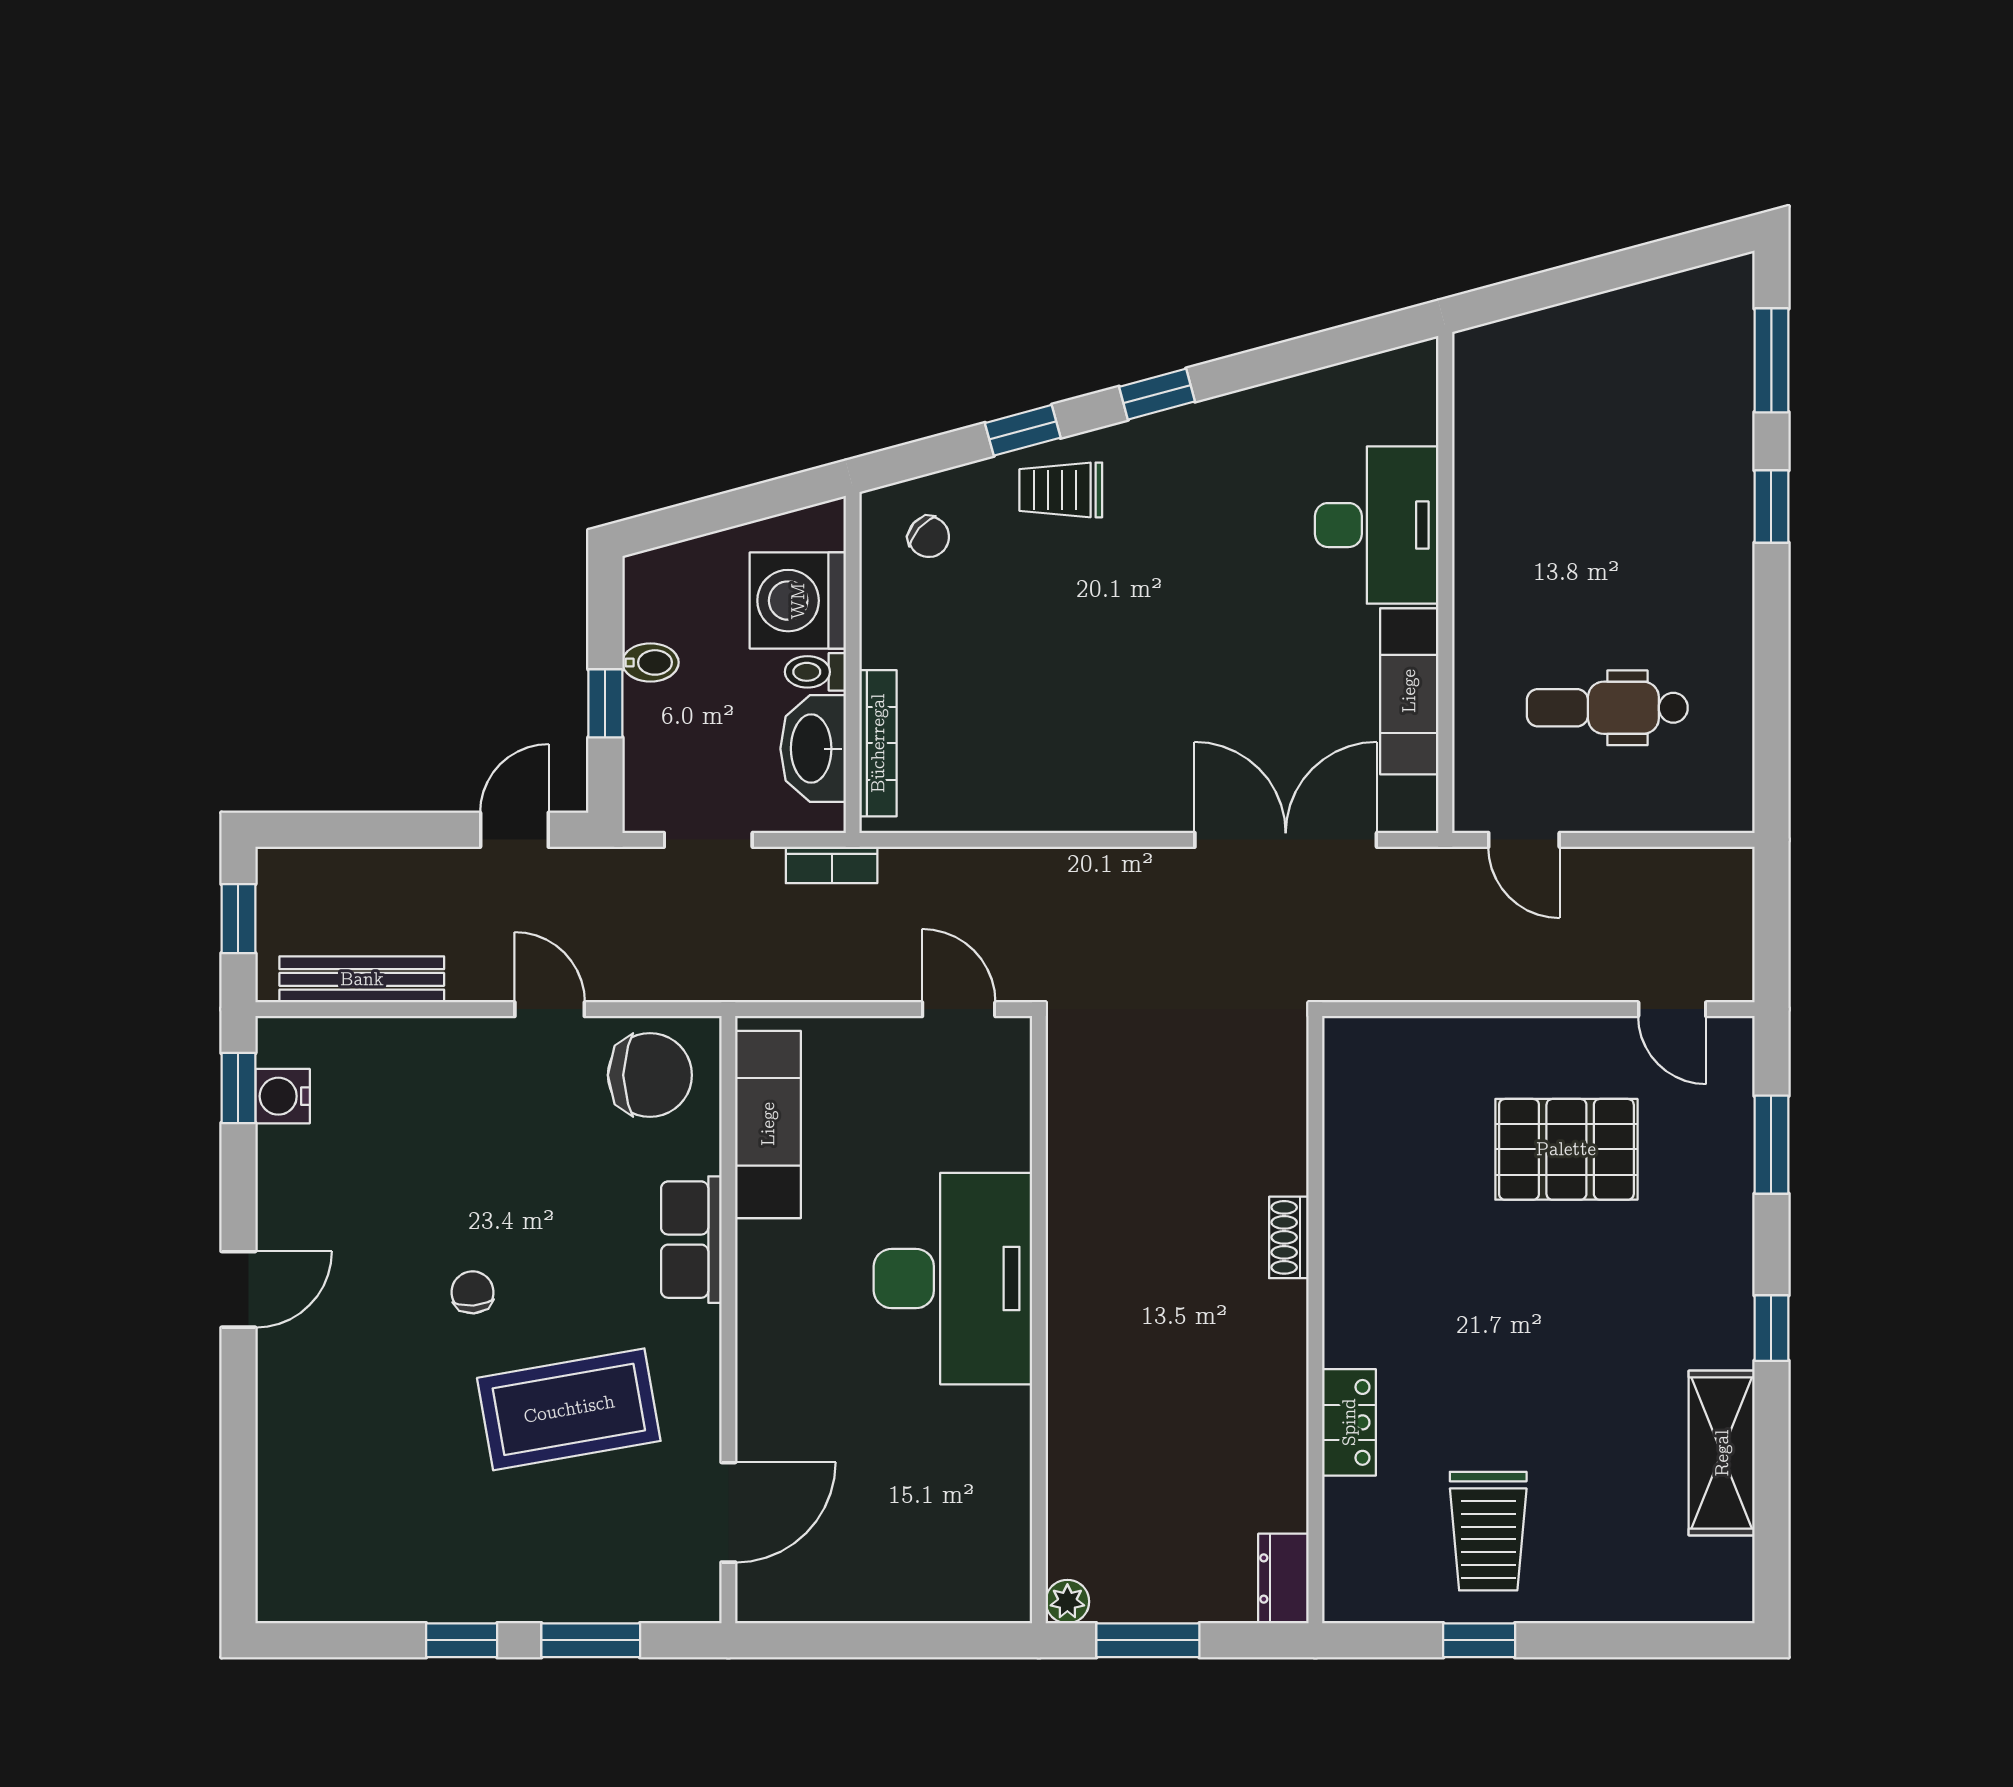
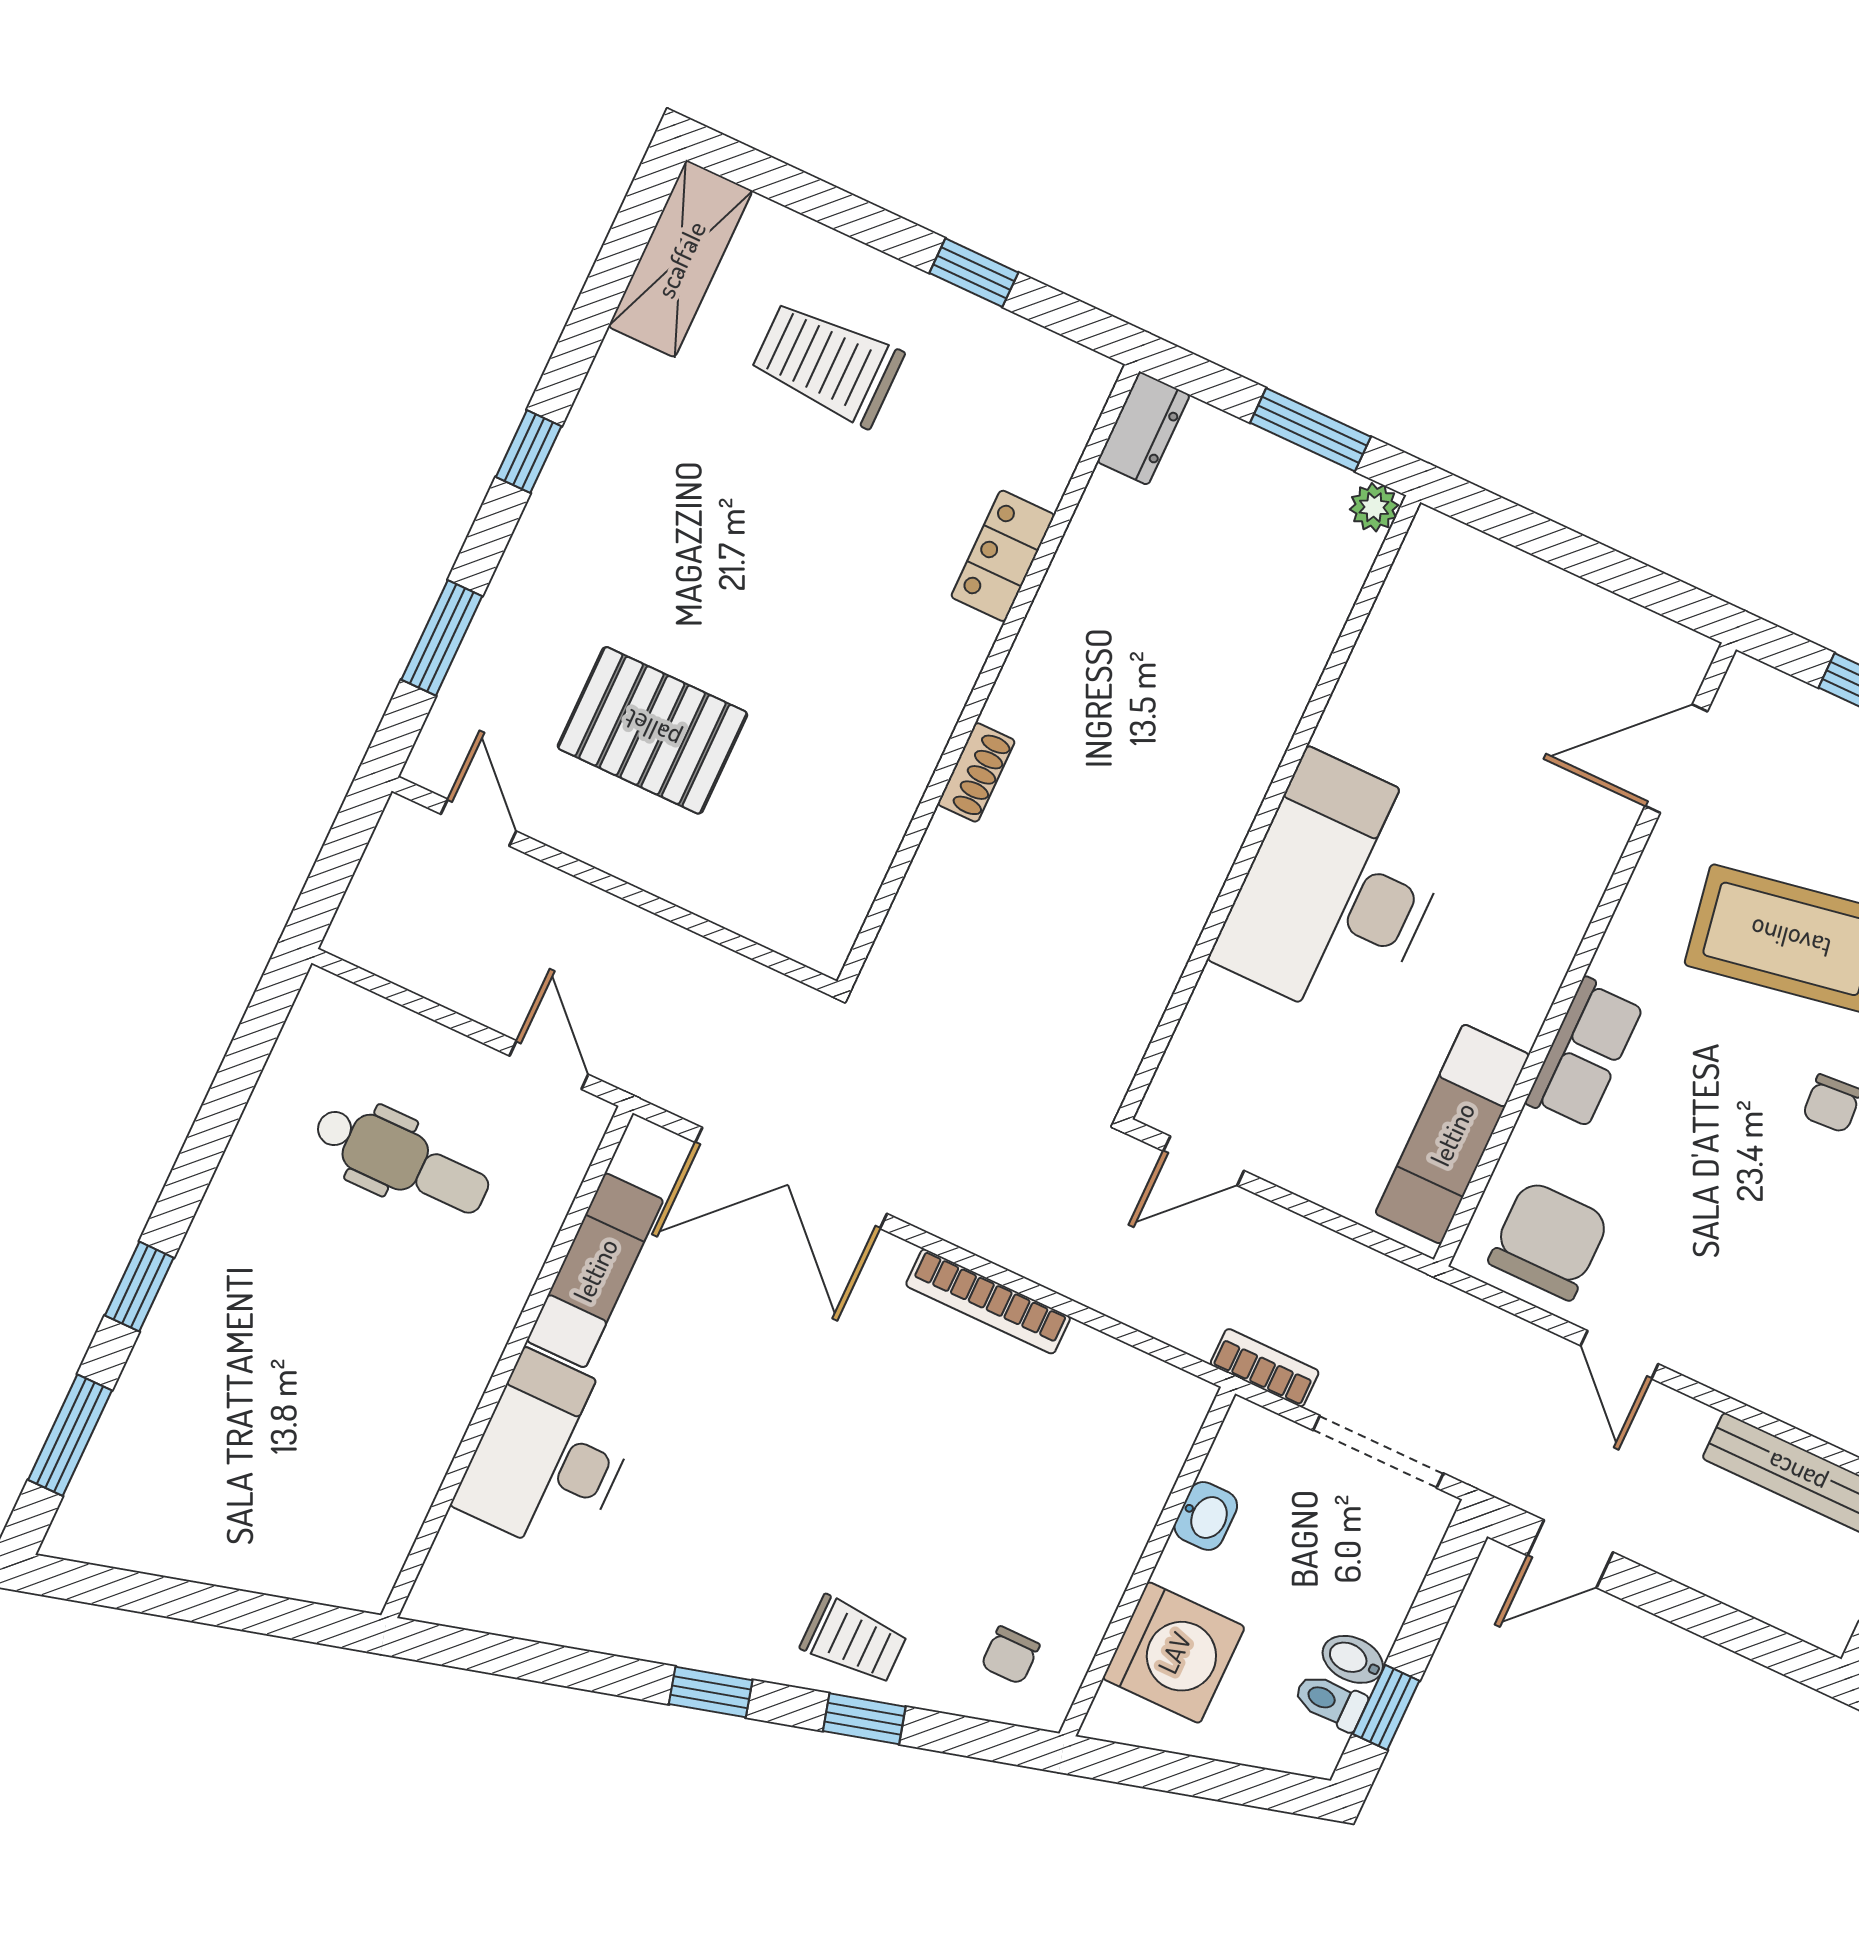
chair: (929, 537) -> (1010, 1655), turned -131
toilet: (815, 672) -> (1330, 1701), moved, turned 180
window: (605, 703) -> (1386, 1707), moved
bookcase: (878, 743) -> (988, 1301), moved, turned -90
washbasin: (813, 749) -> (1206, 1516), width x0.52, depth x0.69
doorway: (708, 840) -> (1378, 1452), width x1.38
door: (959, 1009) -> (1204, 1161), hinge flipped
chair: (650, 1075) -> (1549, 1240), turned 90
shelving: (1722, 1453) -> (680, 259), moved
trolley: (1488, 1531) -> (827, 364), moved, turned -90

